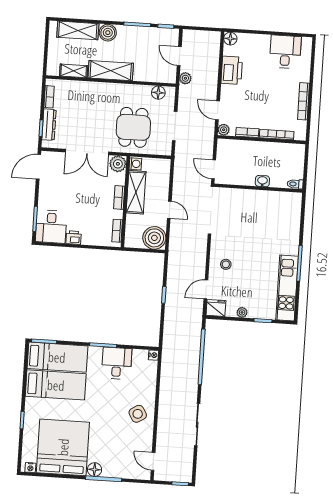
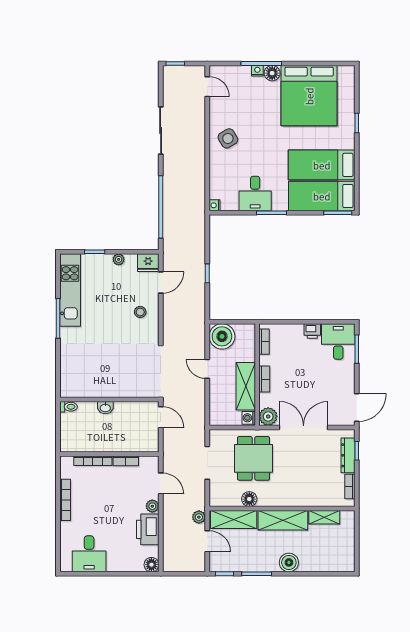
shelving: (78, 30) -> (234, 519), moved
floor lamp: (158, 93) -> (249, 499), moved
plant: (224, 130) -> (152, 506), moved
nightstand: (30, 468) -> (257, 71), moved

